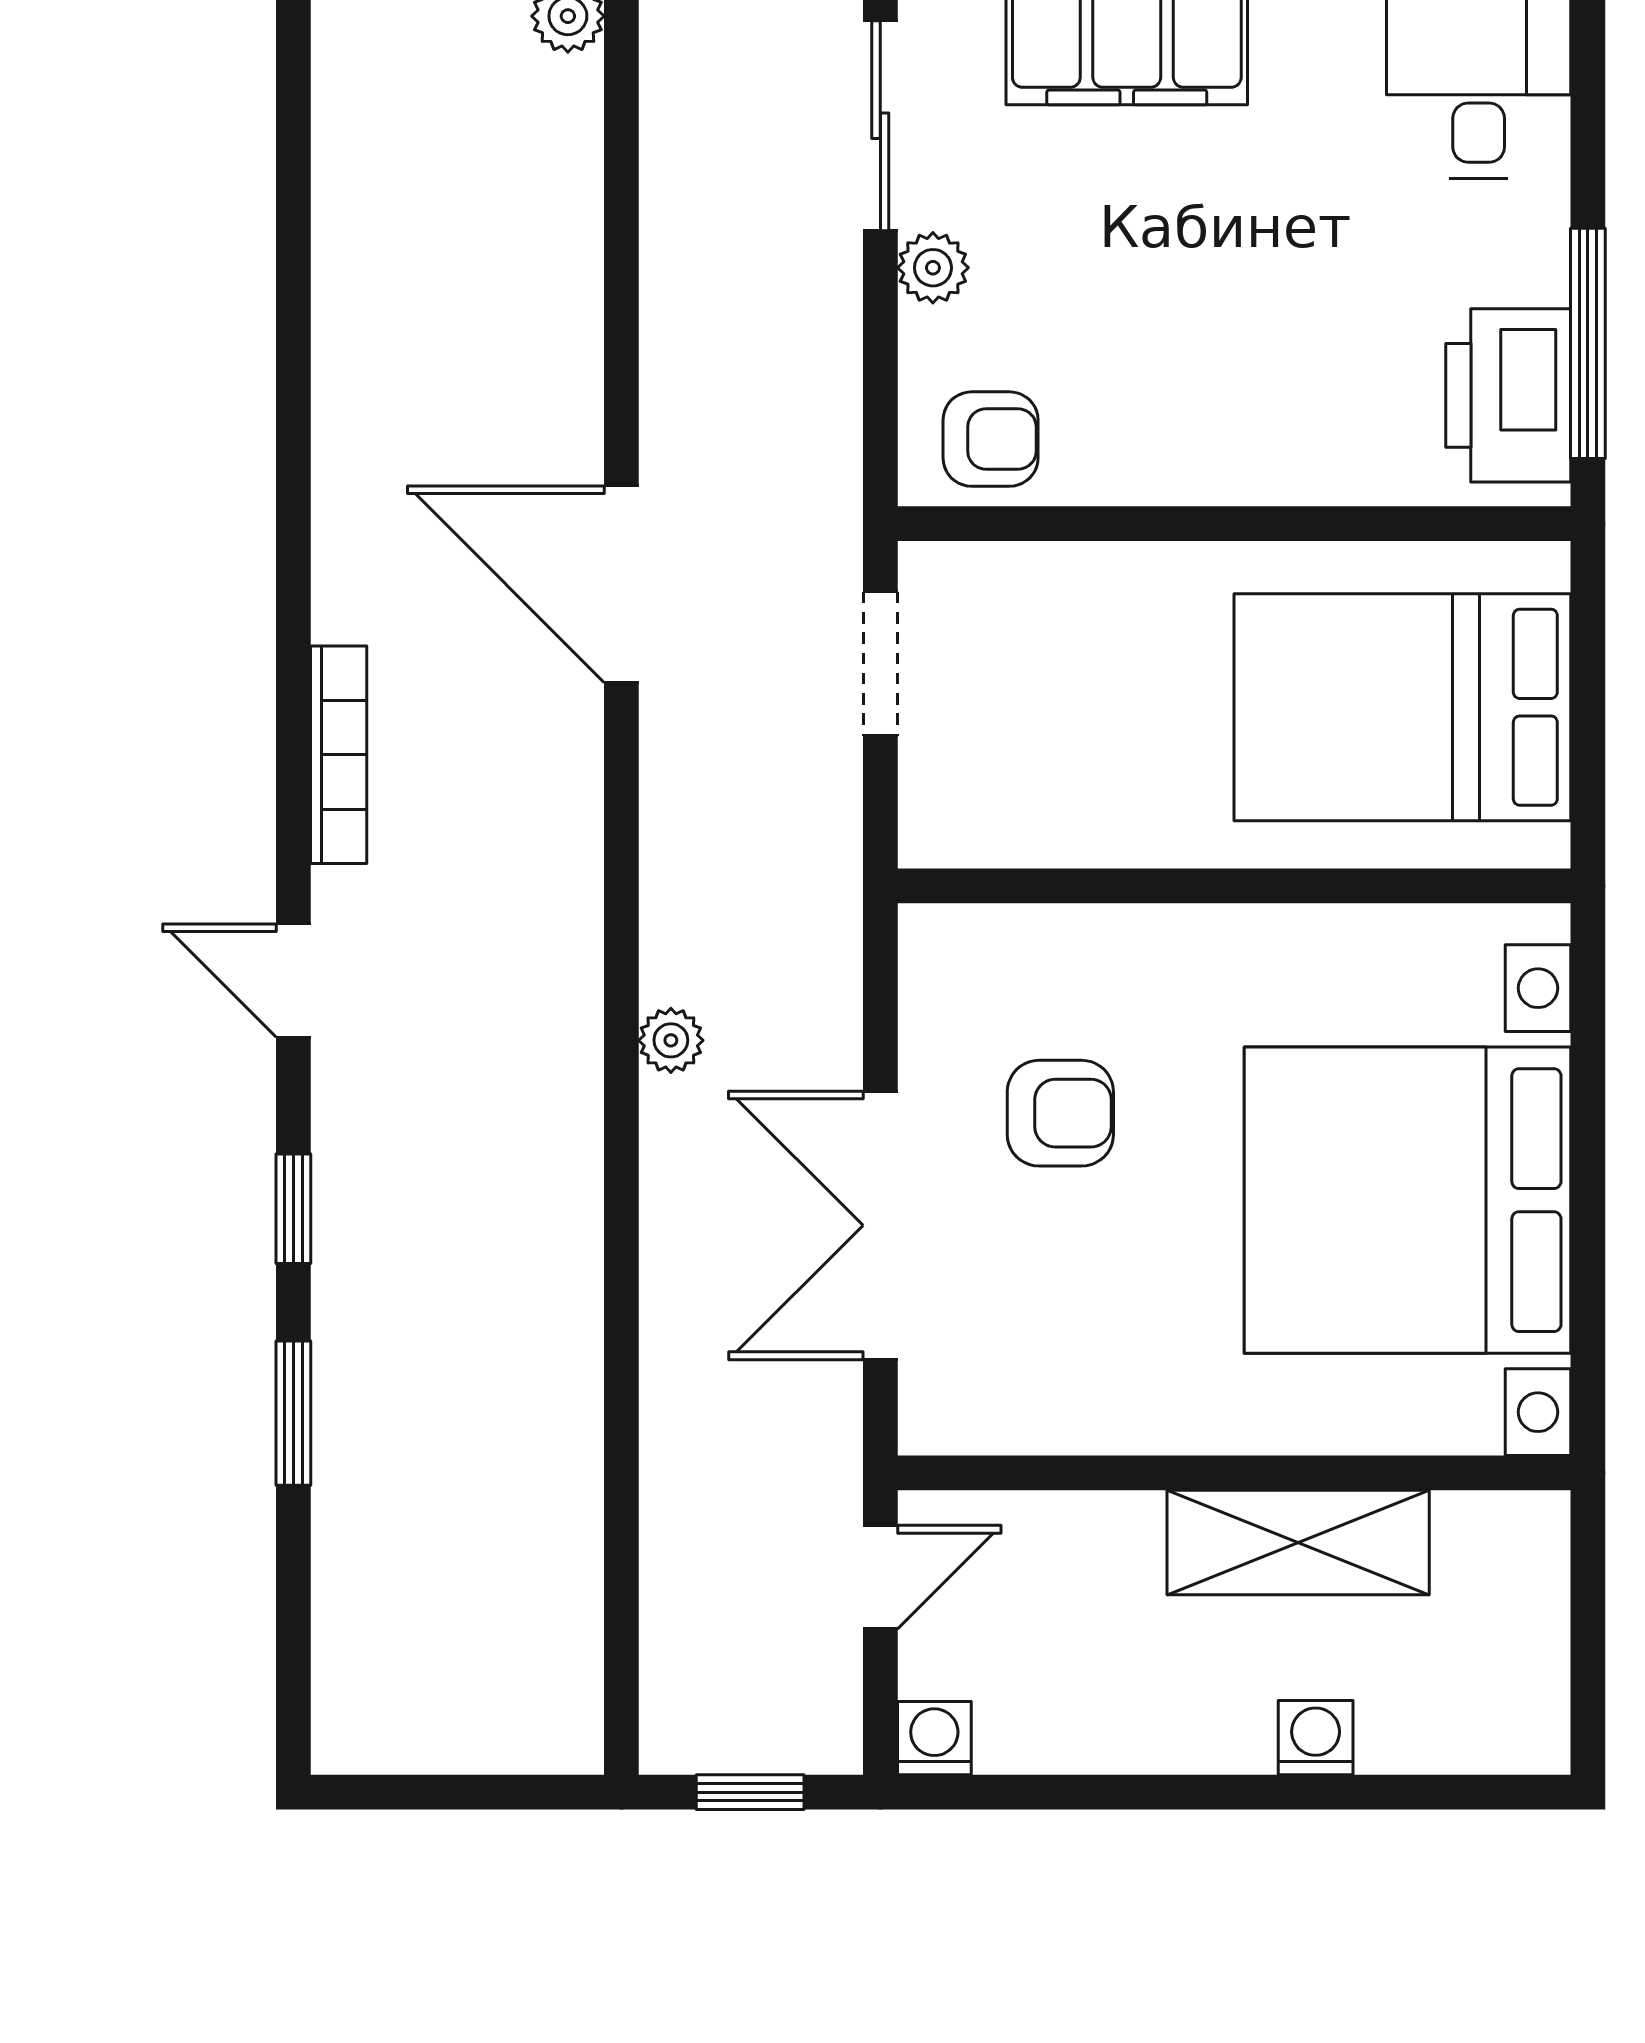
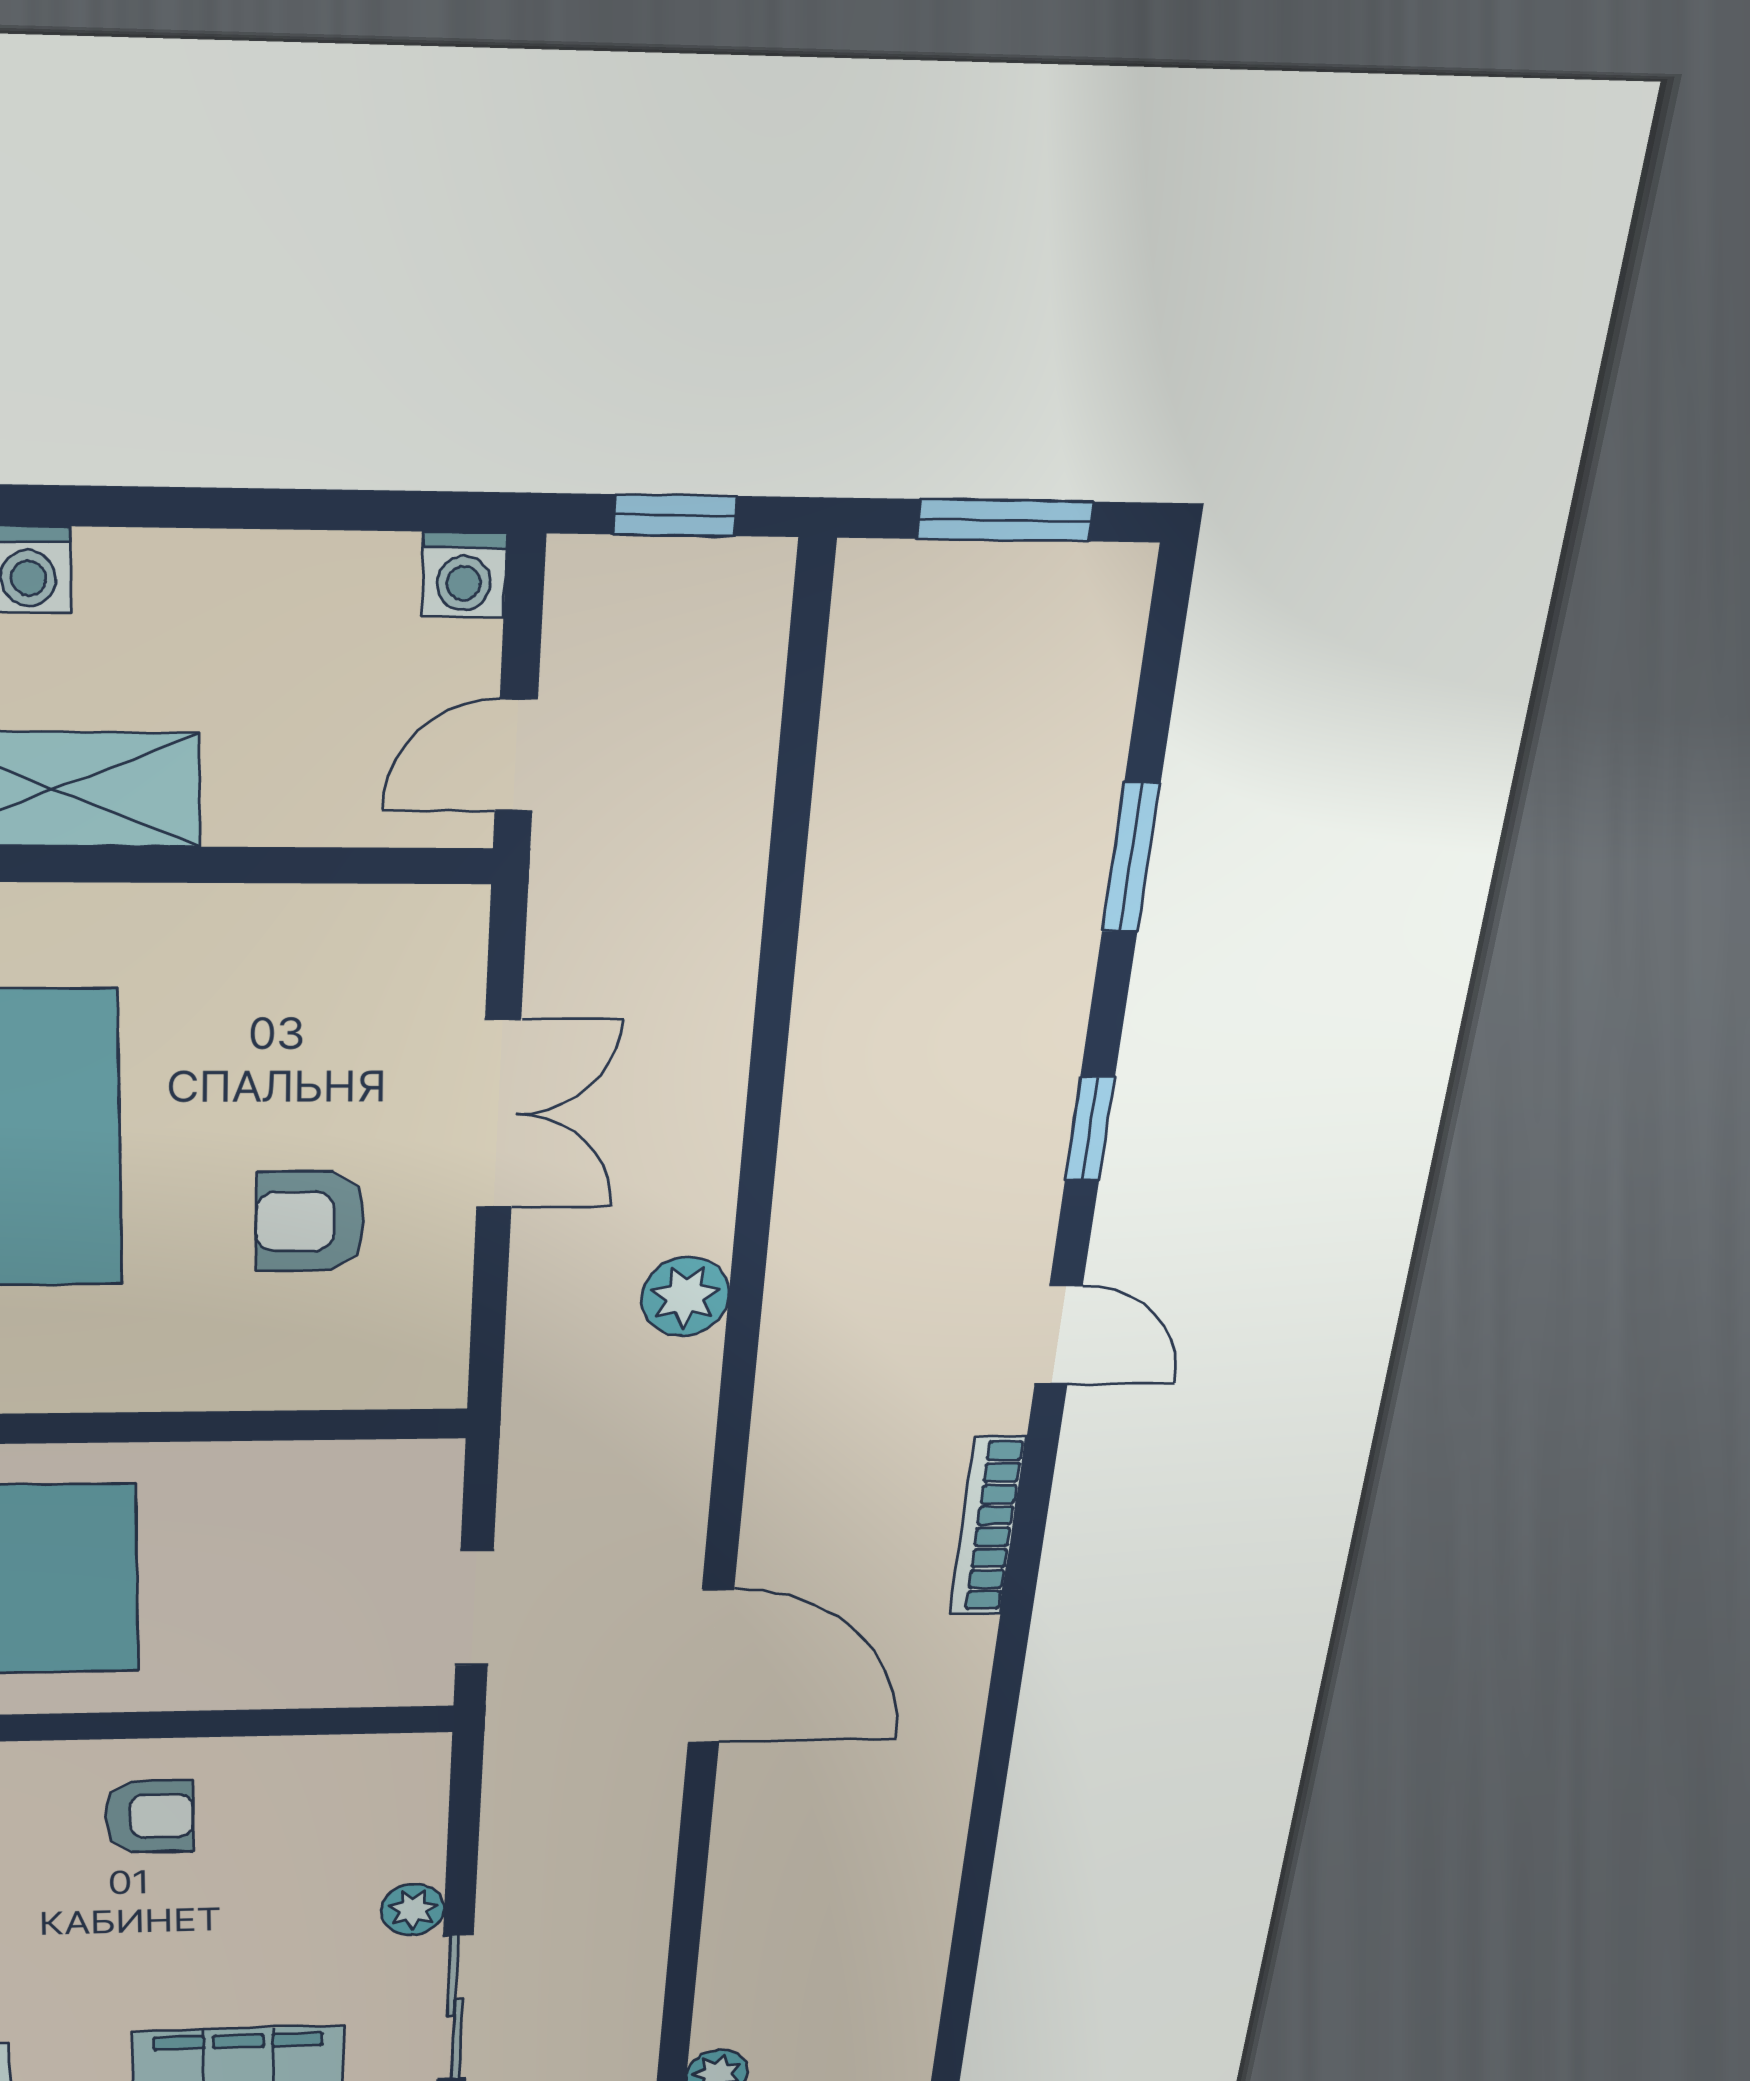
armchair: (991, 439) -> (149, 1816), moved, turned 180
plant: (671, 1040) -> (685, 1296), width x1.38, depth x1.38
double door: (880, 1225) -> (498, 1114), width x0.73
window: (293, 1413) -> (1131, 858), moved
window: (454, 1792) -> (1005, 520), added

